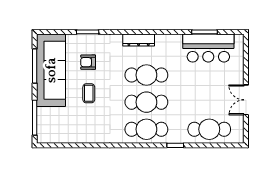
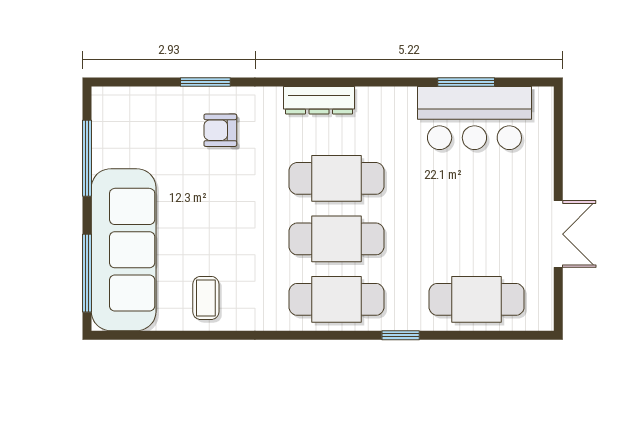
armchair: (88, 62) -> (220, 130), moved
sofa: (51, 70) -> (124, 250), moved
coffee table: (89, 93) -> (206, 298), moved
double door: (246, 100) -> (558, 234), swing flipped

